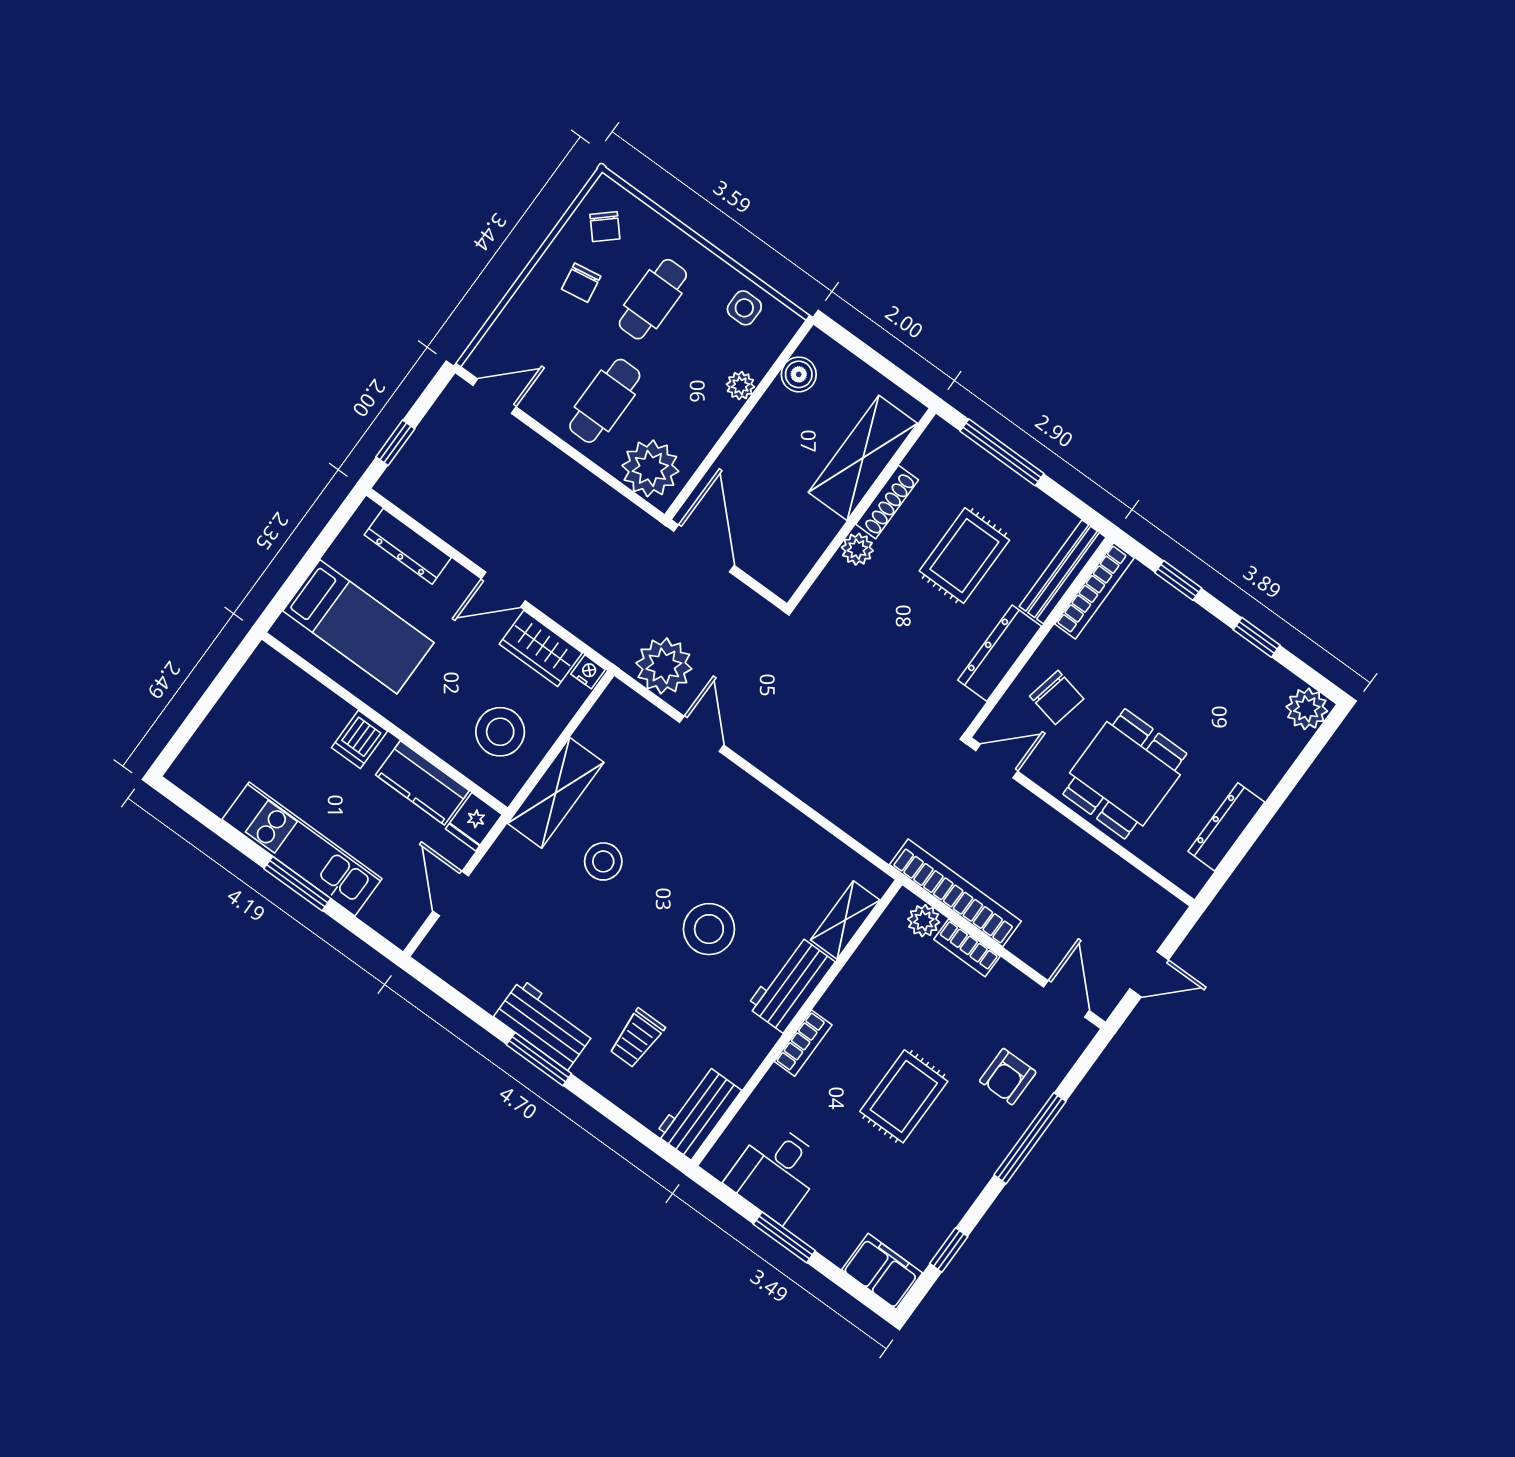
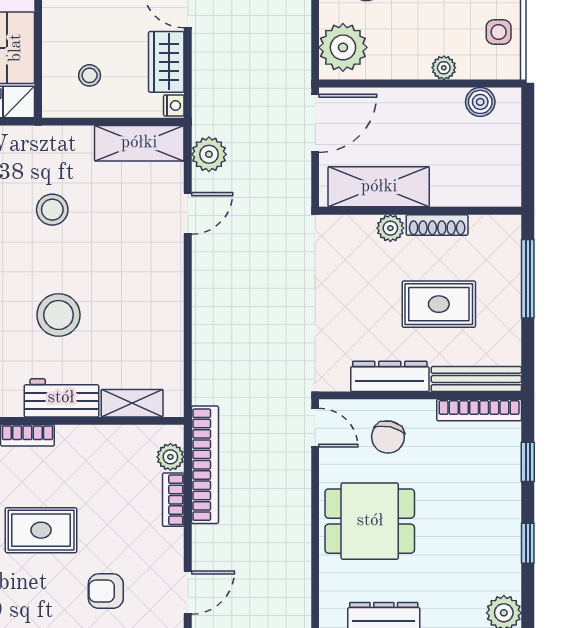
shelving: (863, 458) -> (379, 187), moved
plant: (664, 666) -> (209, 154), width x0.73, depth x0.73
stool: (500, 732) -> (90, 75), width x0.53, depth x0.53
shelving: (556, 793) -> (139, 143), moved

